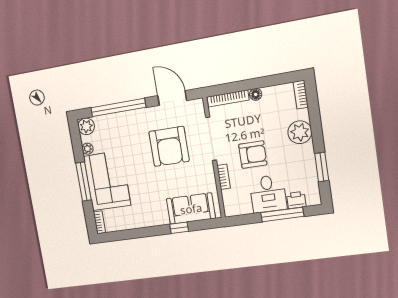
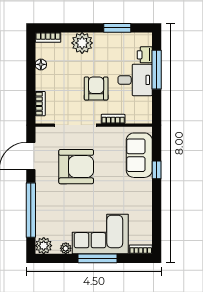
floor lamp: (256, 94) -> (41, 64), moved
bookcase: (228, 98) -> (40, 104), width x0.64

